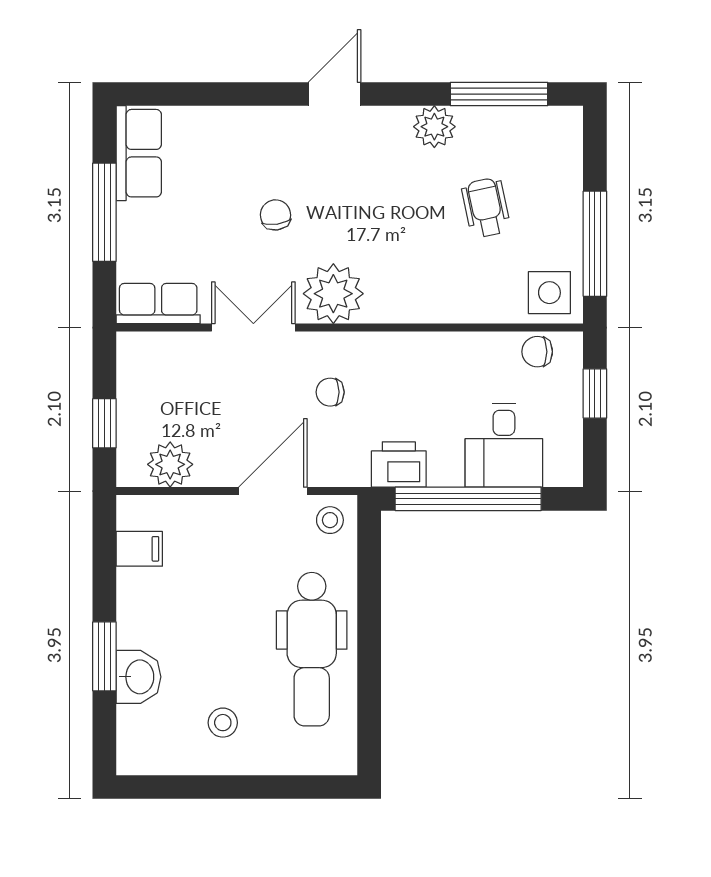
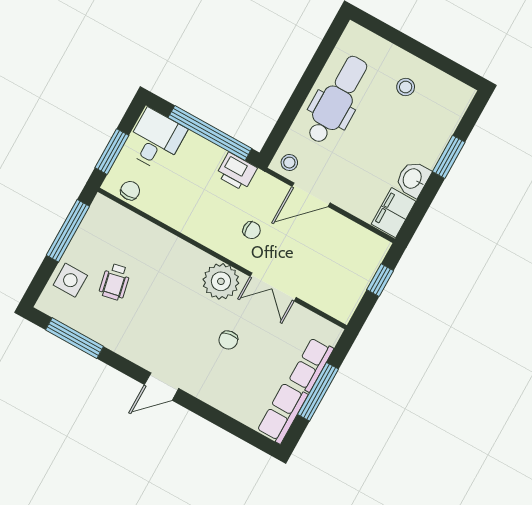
plant: (434, 127) -> (118, 340), removed
side table: (549, 293) -> (70, 280), moved
row of seats: (158, 304) -> (311, 365), moved, turned 90
chair: (537, 352) -> (130, 191), turned -90
window: (595, 393) -> (112, 152), width x1.50
desk: (504, 445) -> (156, 140), moved
plant: (170, 464) -> (357, 239), removed
filing cabinet: (139, 549) -> (394, 213), width x2.00
washbasin: (138, 677) -> (413, 179), moved

